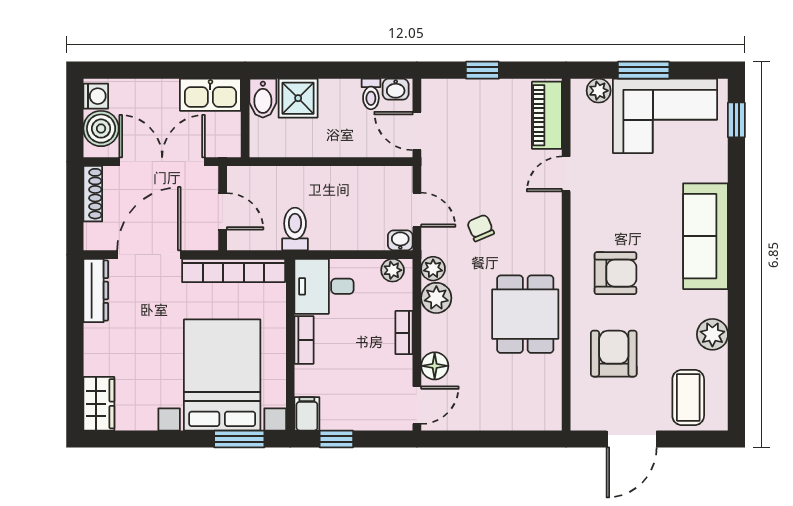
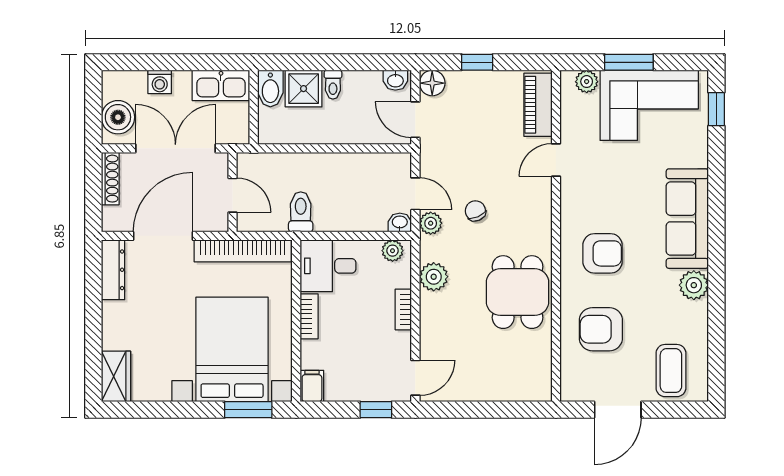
toilet: (371, 94) -> (333, 85), moved
washing machine: (96, 96) -> (160, 82), moved, turned 90
plant: (433, 269) -> (431, 223), moved
plant: (712, 334) -> (694, 285), moved
armchair: (614, 354) -> (601, 329), turned -90
floor lamp: (435, 366) -> (432, 83), moved
window: (336, 439) -> (376, 410), moved

